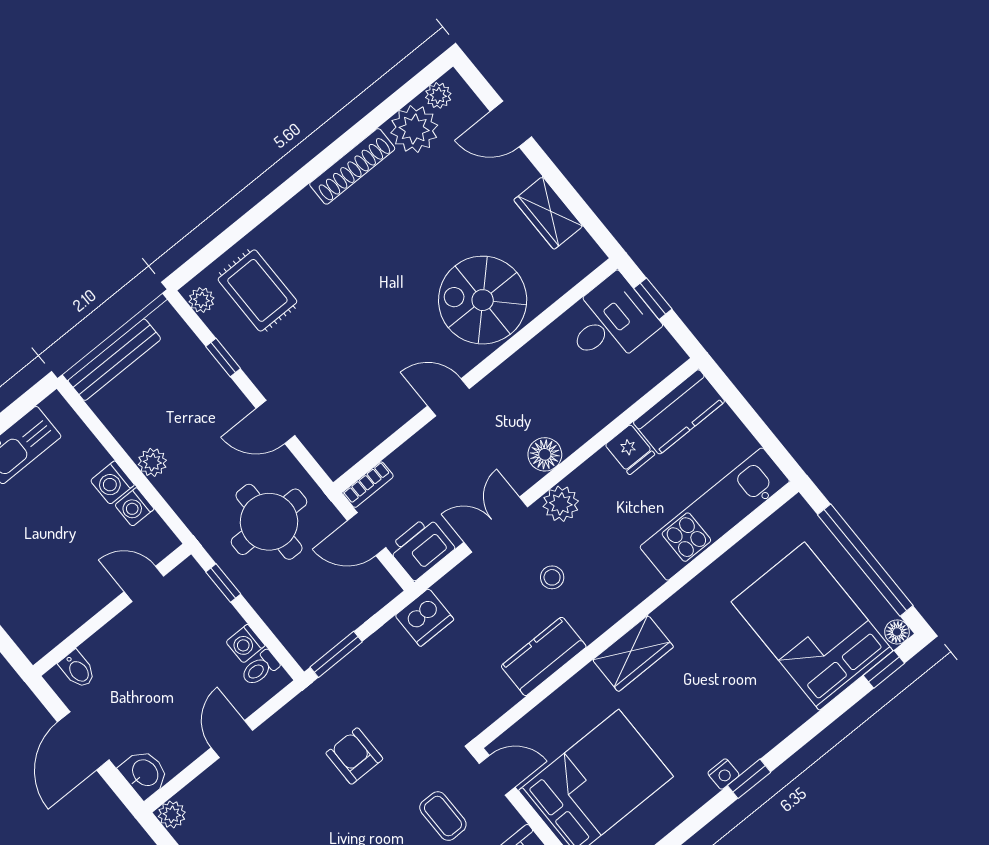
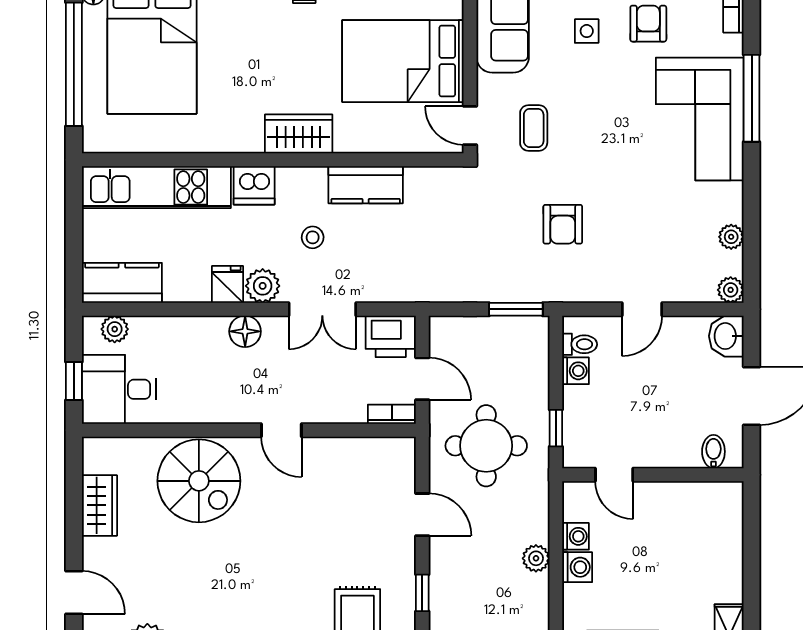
plant: (654, 369) -> (115, 329), added
fridge: (630, 450) -> (228, 284), moved
dishwasher: (425, 618) -> (254, 185), moved, turned 180

